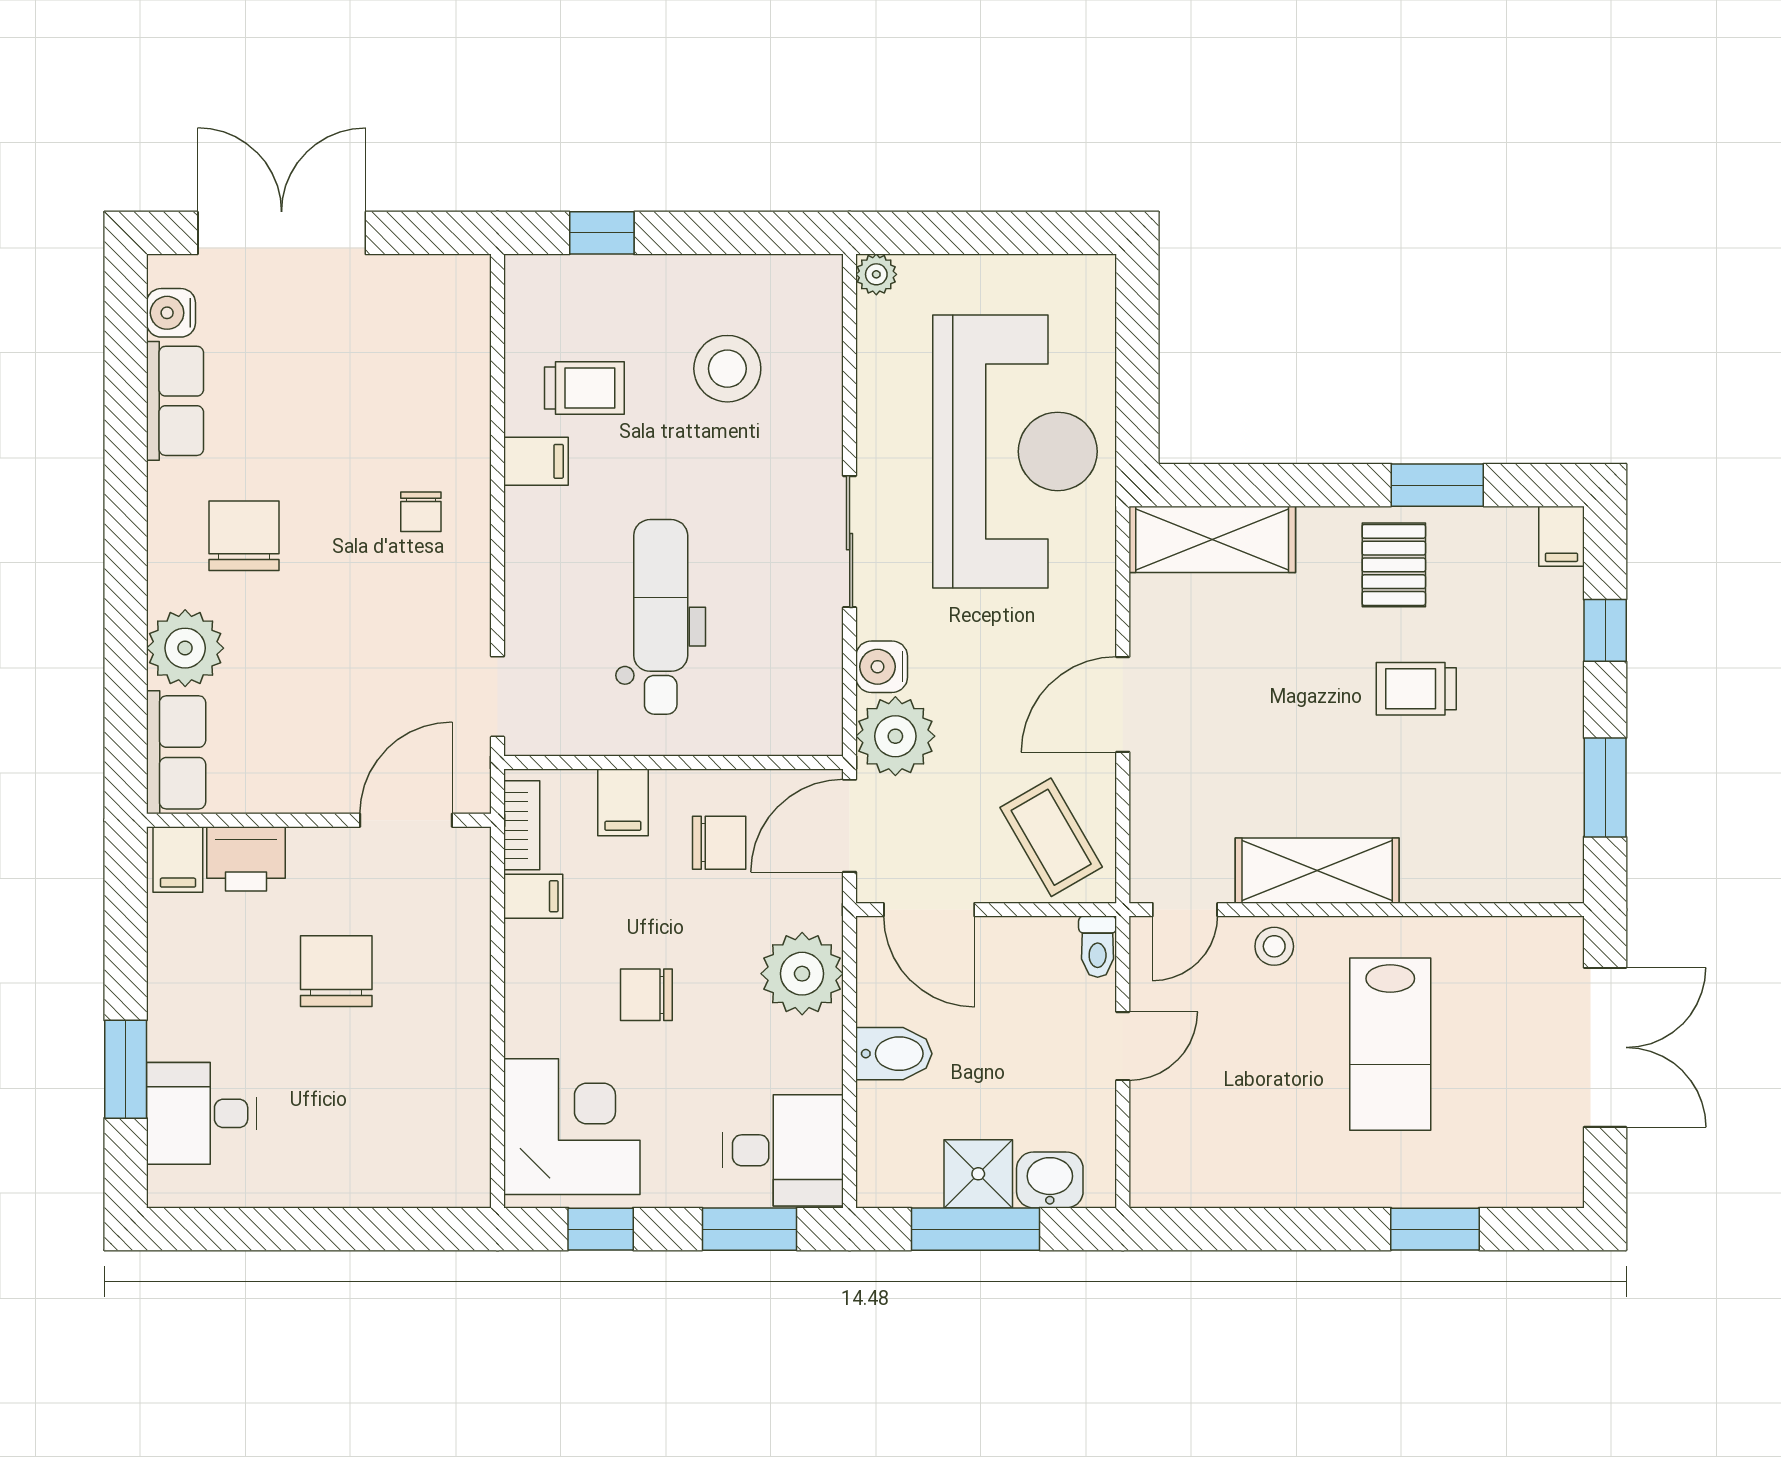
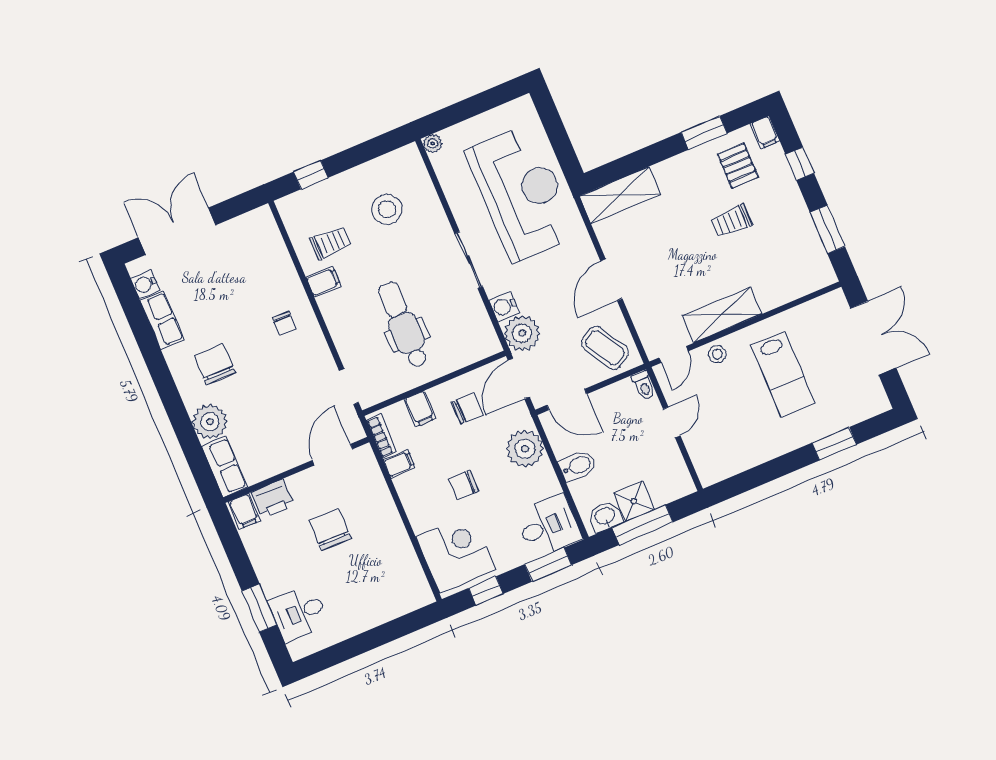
pallet: (1394, 565) -> (738, 166), moved
washbasin: (1050, 1180) -> (605, 516), moved

